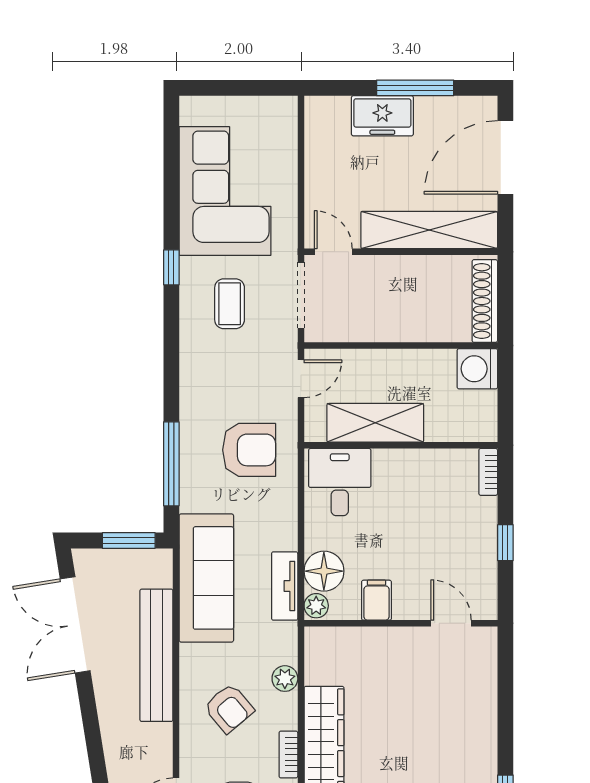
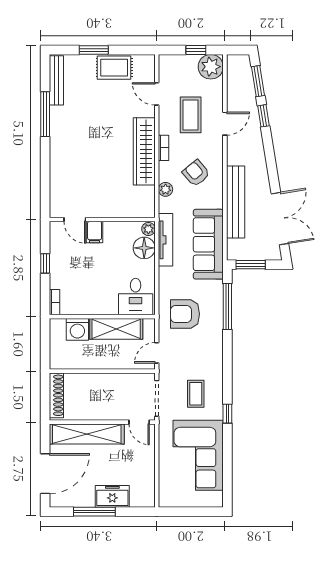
washing machine: (477, 369) -> (77, 329), moved, turned 90
tv unit: (285, 586) -> (166, 240), width x1.41
filing cabinet: (376, 600) -> (95, 232), moved

